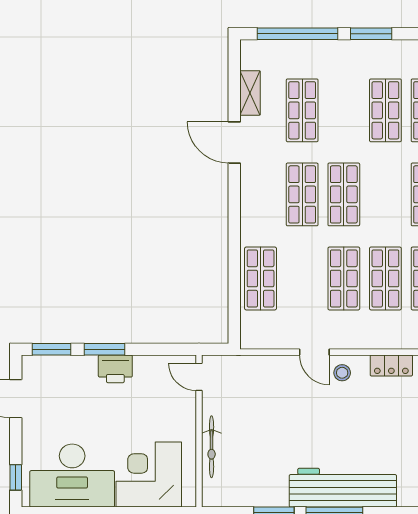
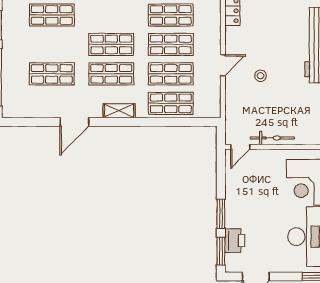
shelving: (250, 93) -> (119, 111), moved
shop shelf: (302, 278) -> (171, 74), added
printer: (115, 369) -> (235, 241), moved
stool: (342, 373) -> (261, 76), moved
bicycle: (212, 447) -> (272, 138), moved

